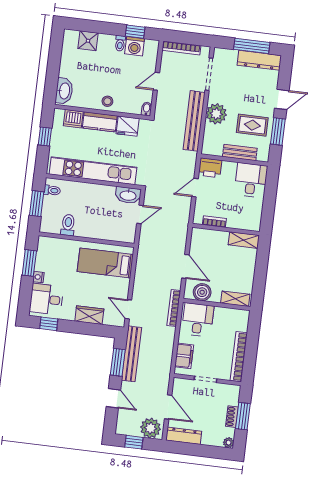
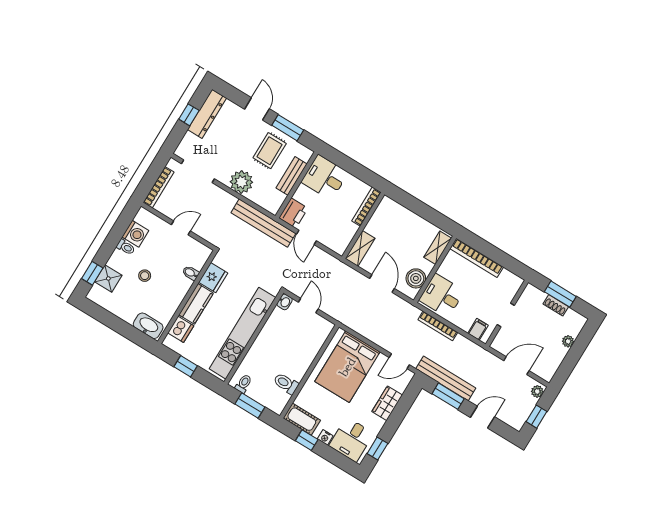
window: (135, 32) -> (92, 273), moved
window: (252, 46) -> (189, 115), width x0.46
door: (156, 81) -> (181, 228), swing flipped
stool: (107, 101) -> (145, 276), moved
bidet: (146, 109) -> (191, 273), moved
bench: (194, 121) -> (263, 223), moved
washbasin: (128, 195) -> (285, 302), width x0.52, depth x0.69
bookcase: (214, 222) -> (366, 207), moved, width x1.56
shelving: (244, 240) -> (360, 248), moved
cot: (45, 251) -> (302, 419), added
window: (29, 263) -> (307, 440), width x0.67
bed: (105, 263) -> (347, 367), width x1.50
door: (185, 266) -> (382, 284), hinge flipped
bookcase: (174, 308) -> (438, 326), moved
filing cabinet: (184, 356) -> (478, 329), width x0.50
bookcase: (239, 357) -> (477, 258), moved
plant: (151, 428) -> (537, 391), width x0.53, depth x0.53
dresser: (184, 436) -> (553, 363), removed
plant: (229, 443) -> (568, 341), moved

